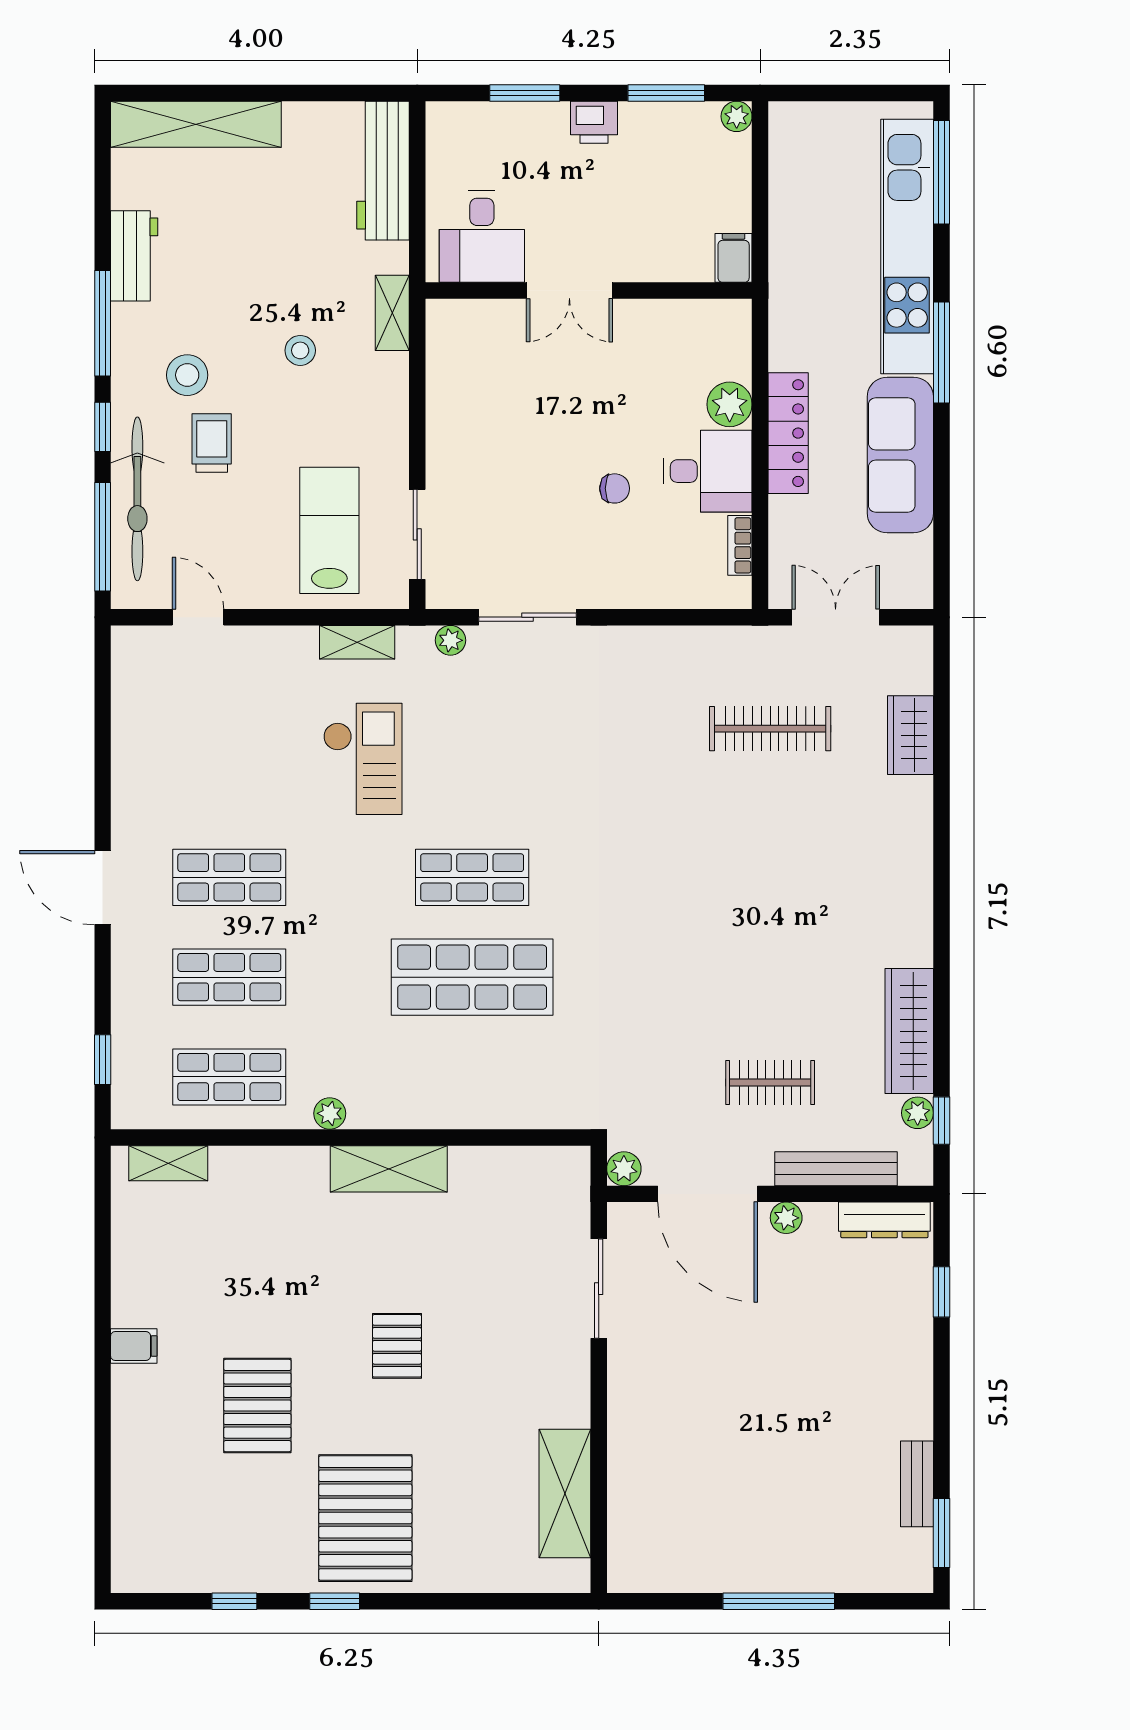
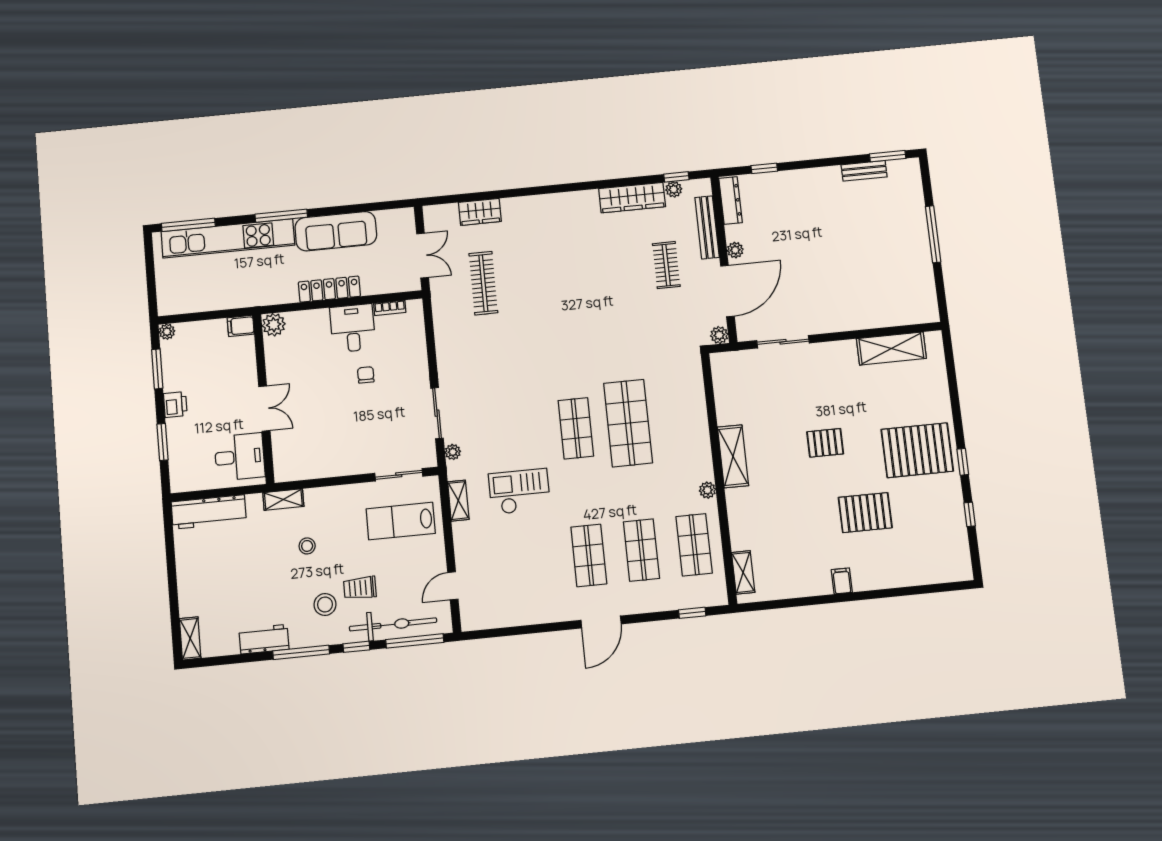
shelving: (196, 124) -> (190, 638), width x0.45, depth x0.75
plant: (730, 404) -> (274, 325), moved
double door: (836, 617) -> (423, 256), swing flipped

